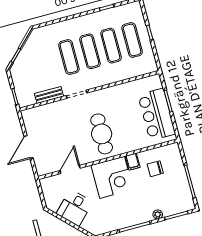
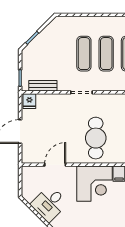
bench: (49, 95) -> (43, 86), moved
fridge: (29, 116) -> (29, 101), added

